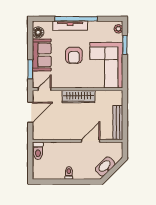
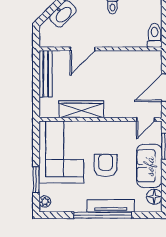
wardrobe: (78, 97) -> (81, 109), moved

